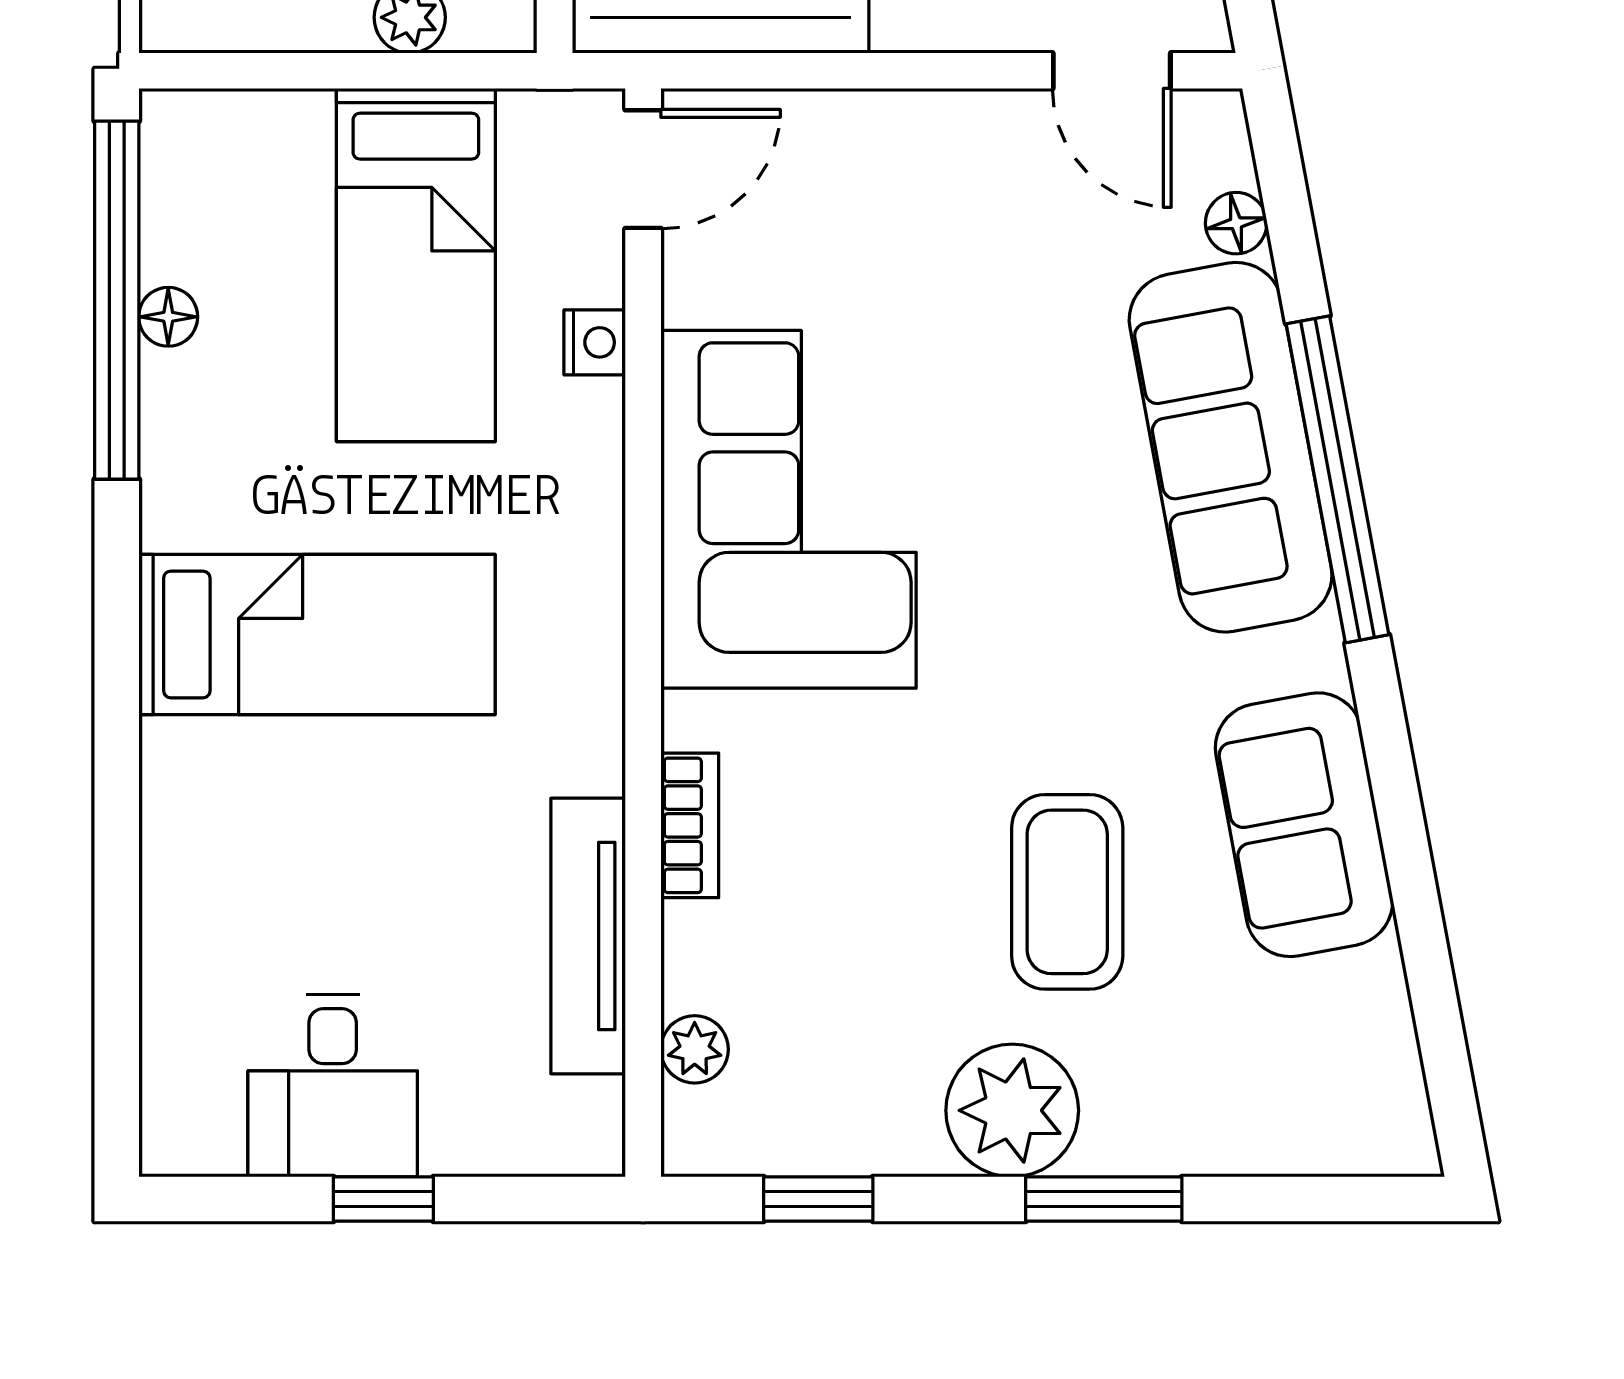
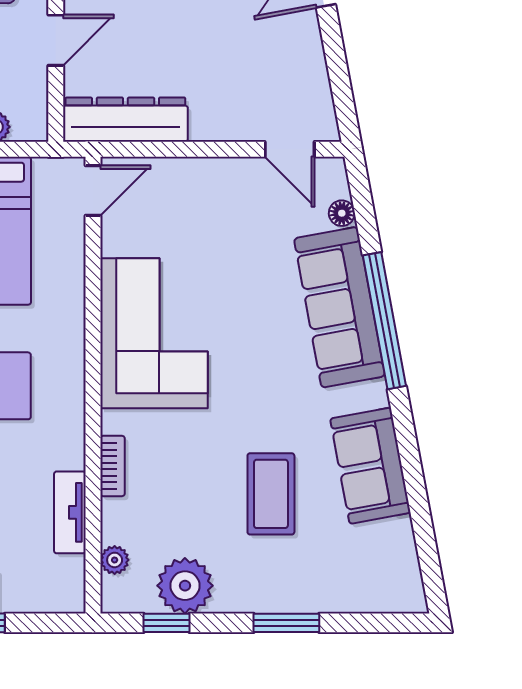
nightstand: (595, 342) -> (73, 263), removed
tv unit: (588, 936) -> (70, 512), width x0.71
plant: (1012, 1110) -> (185, 586), moved

